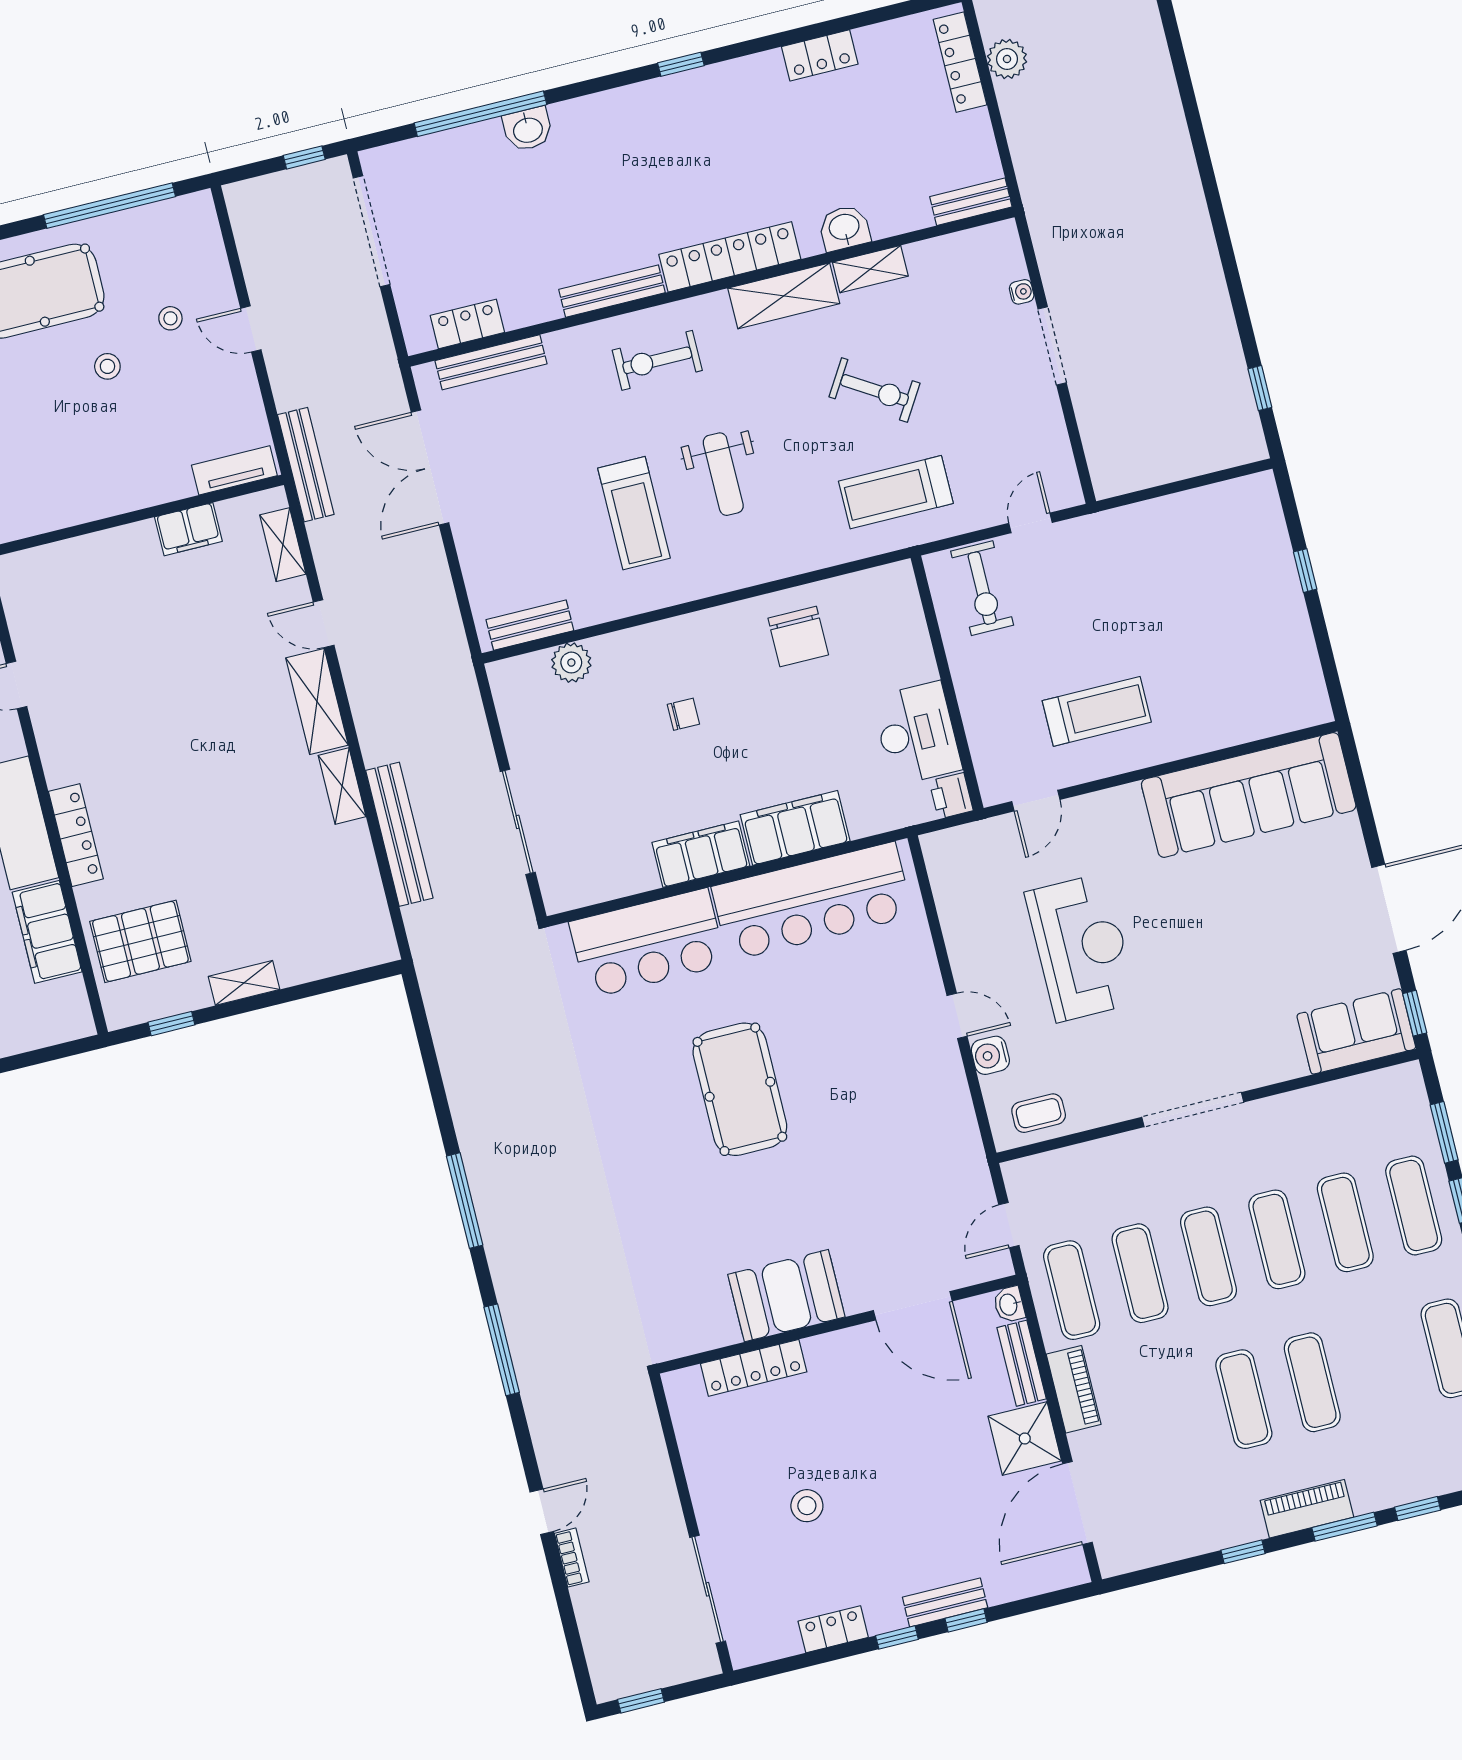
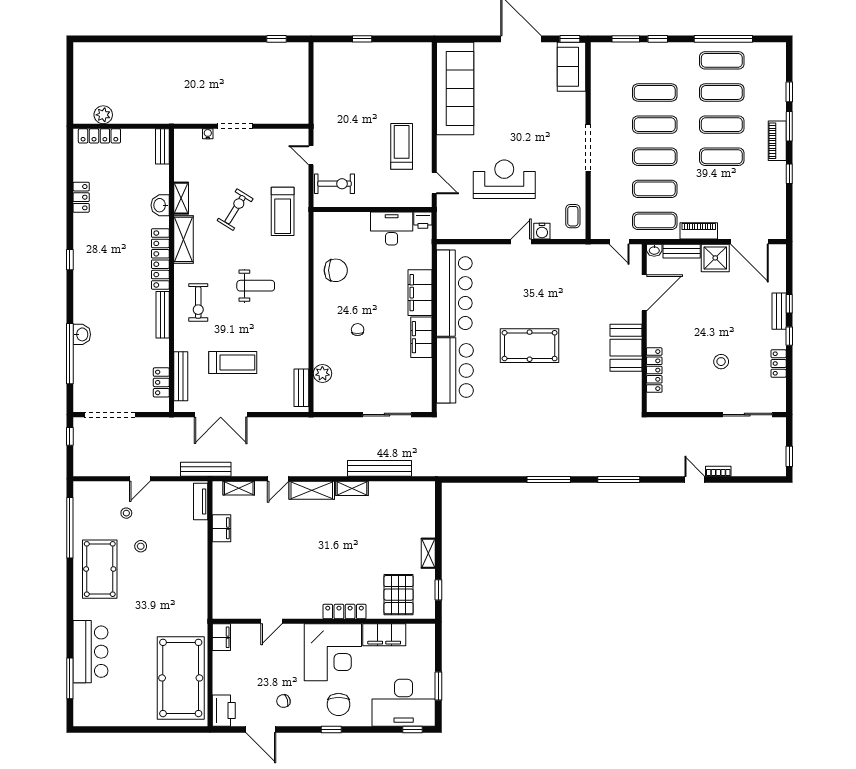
treadmill: (634, 513) -> (233, 362), moved
exercise mat: (1414, 1206) -> (722, 92), moved

